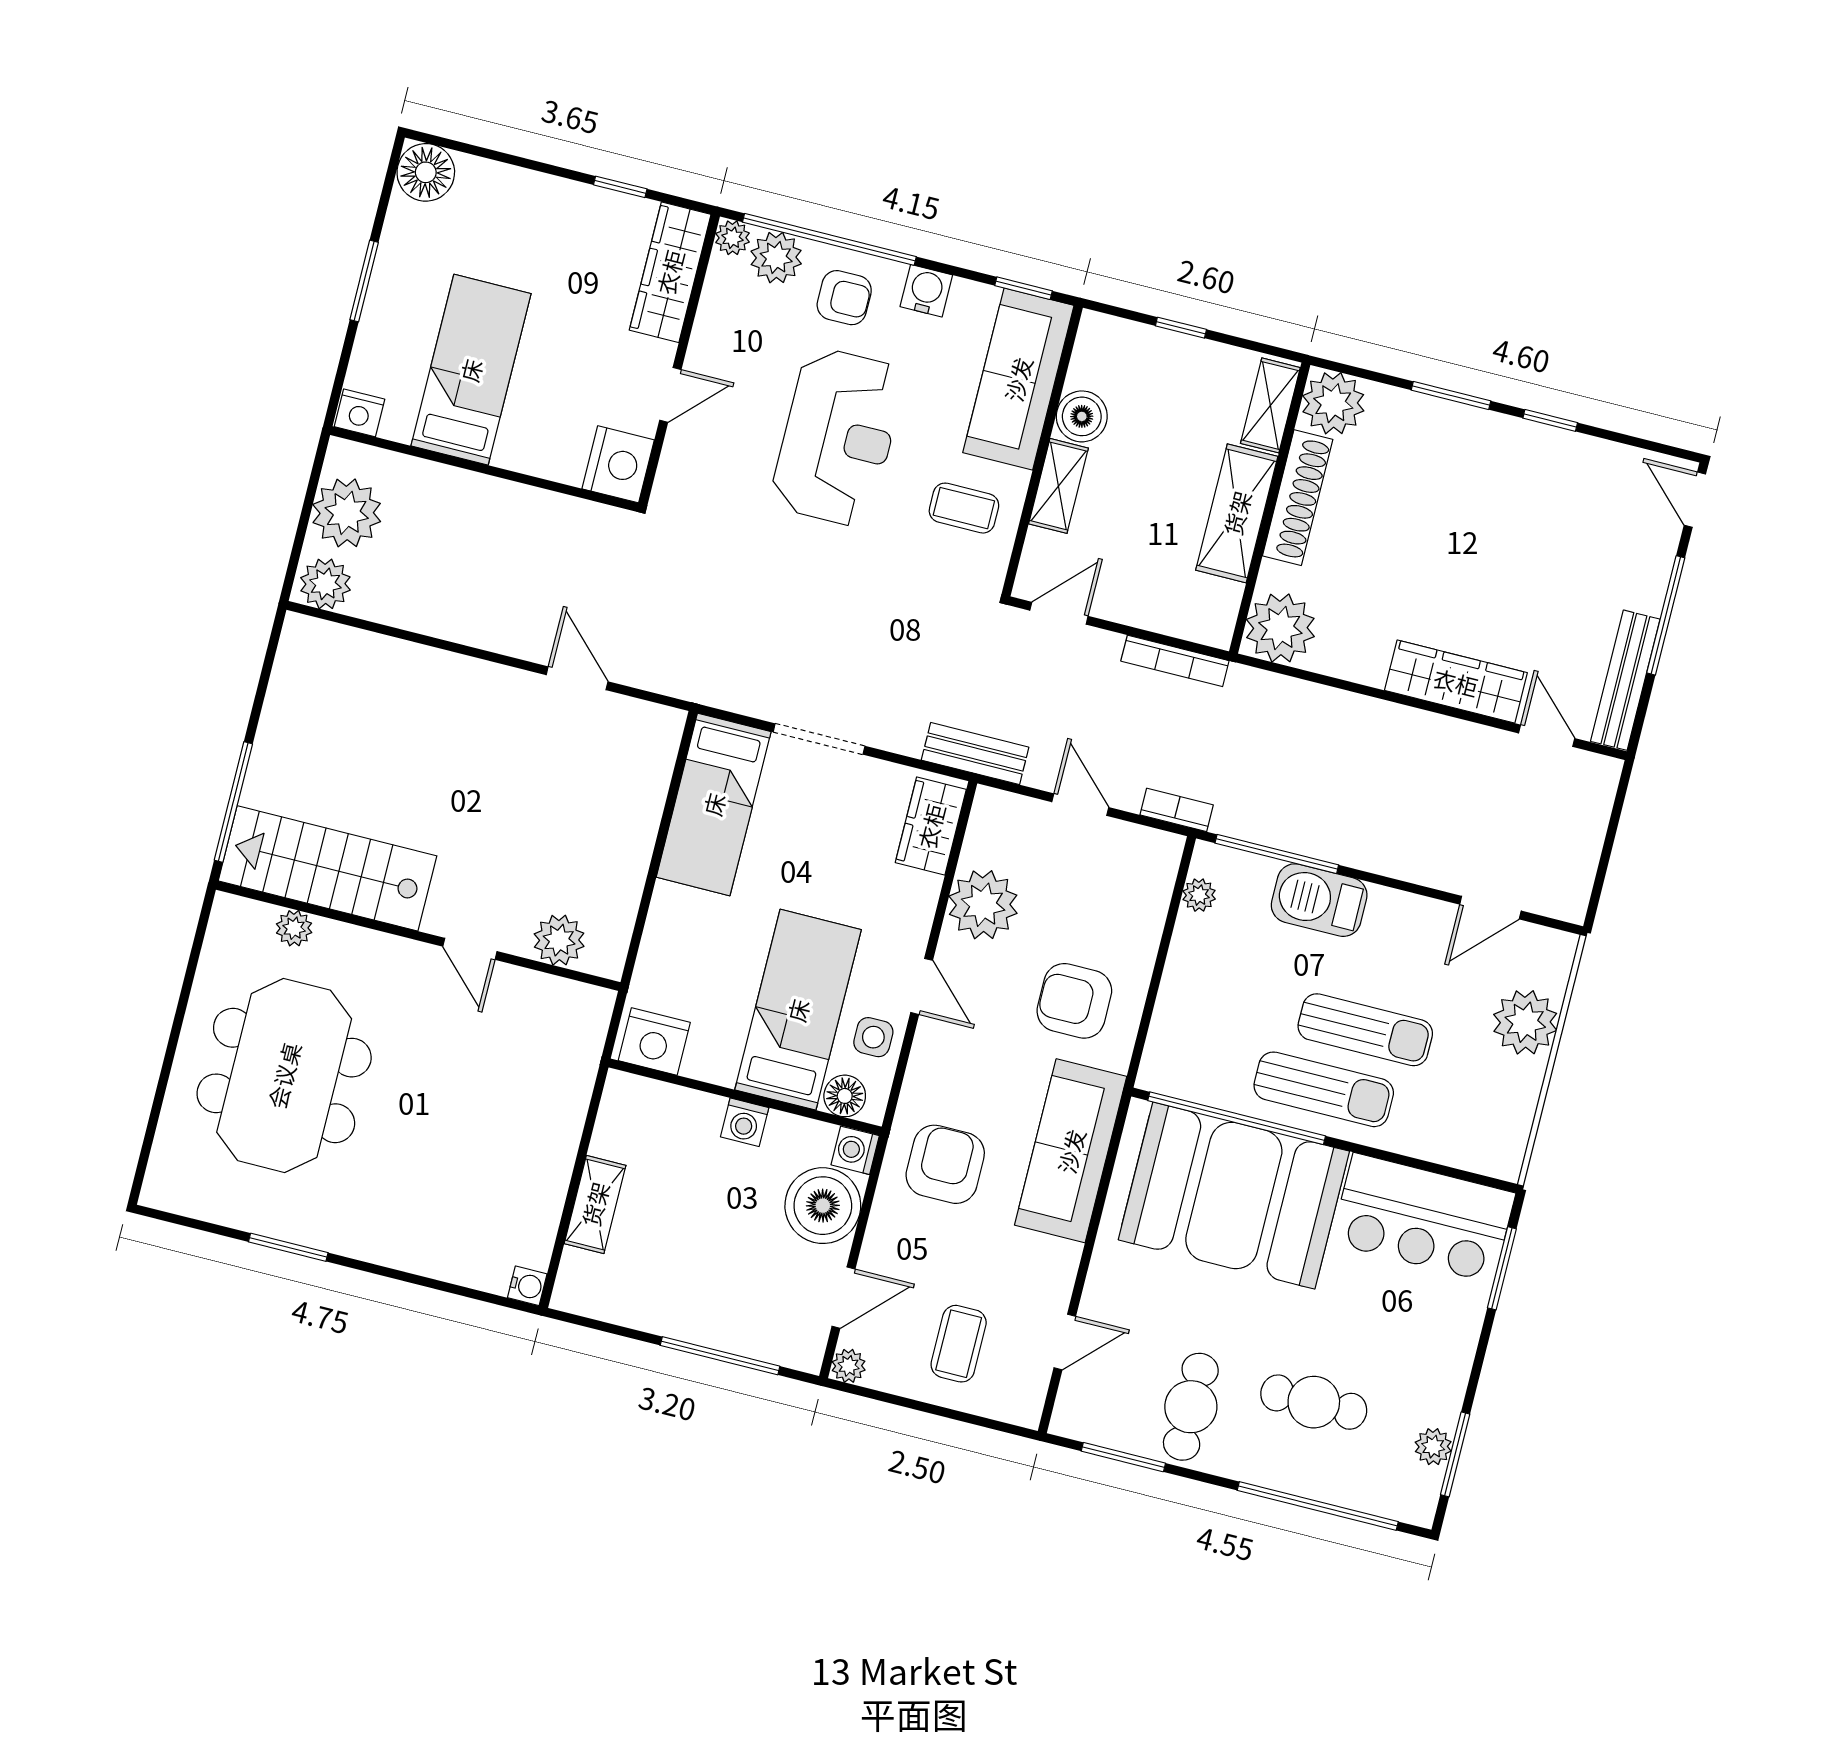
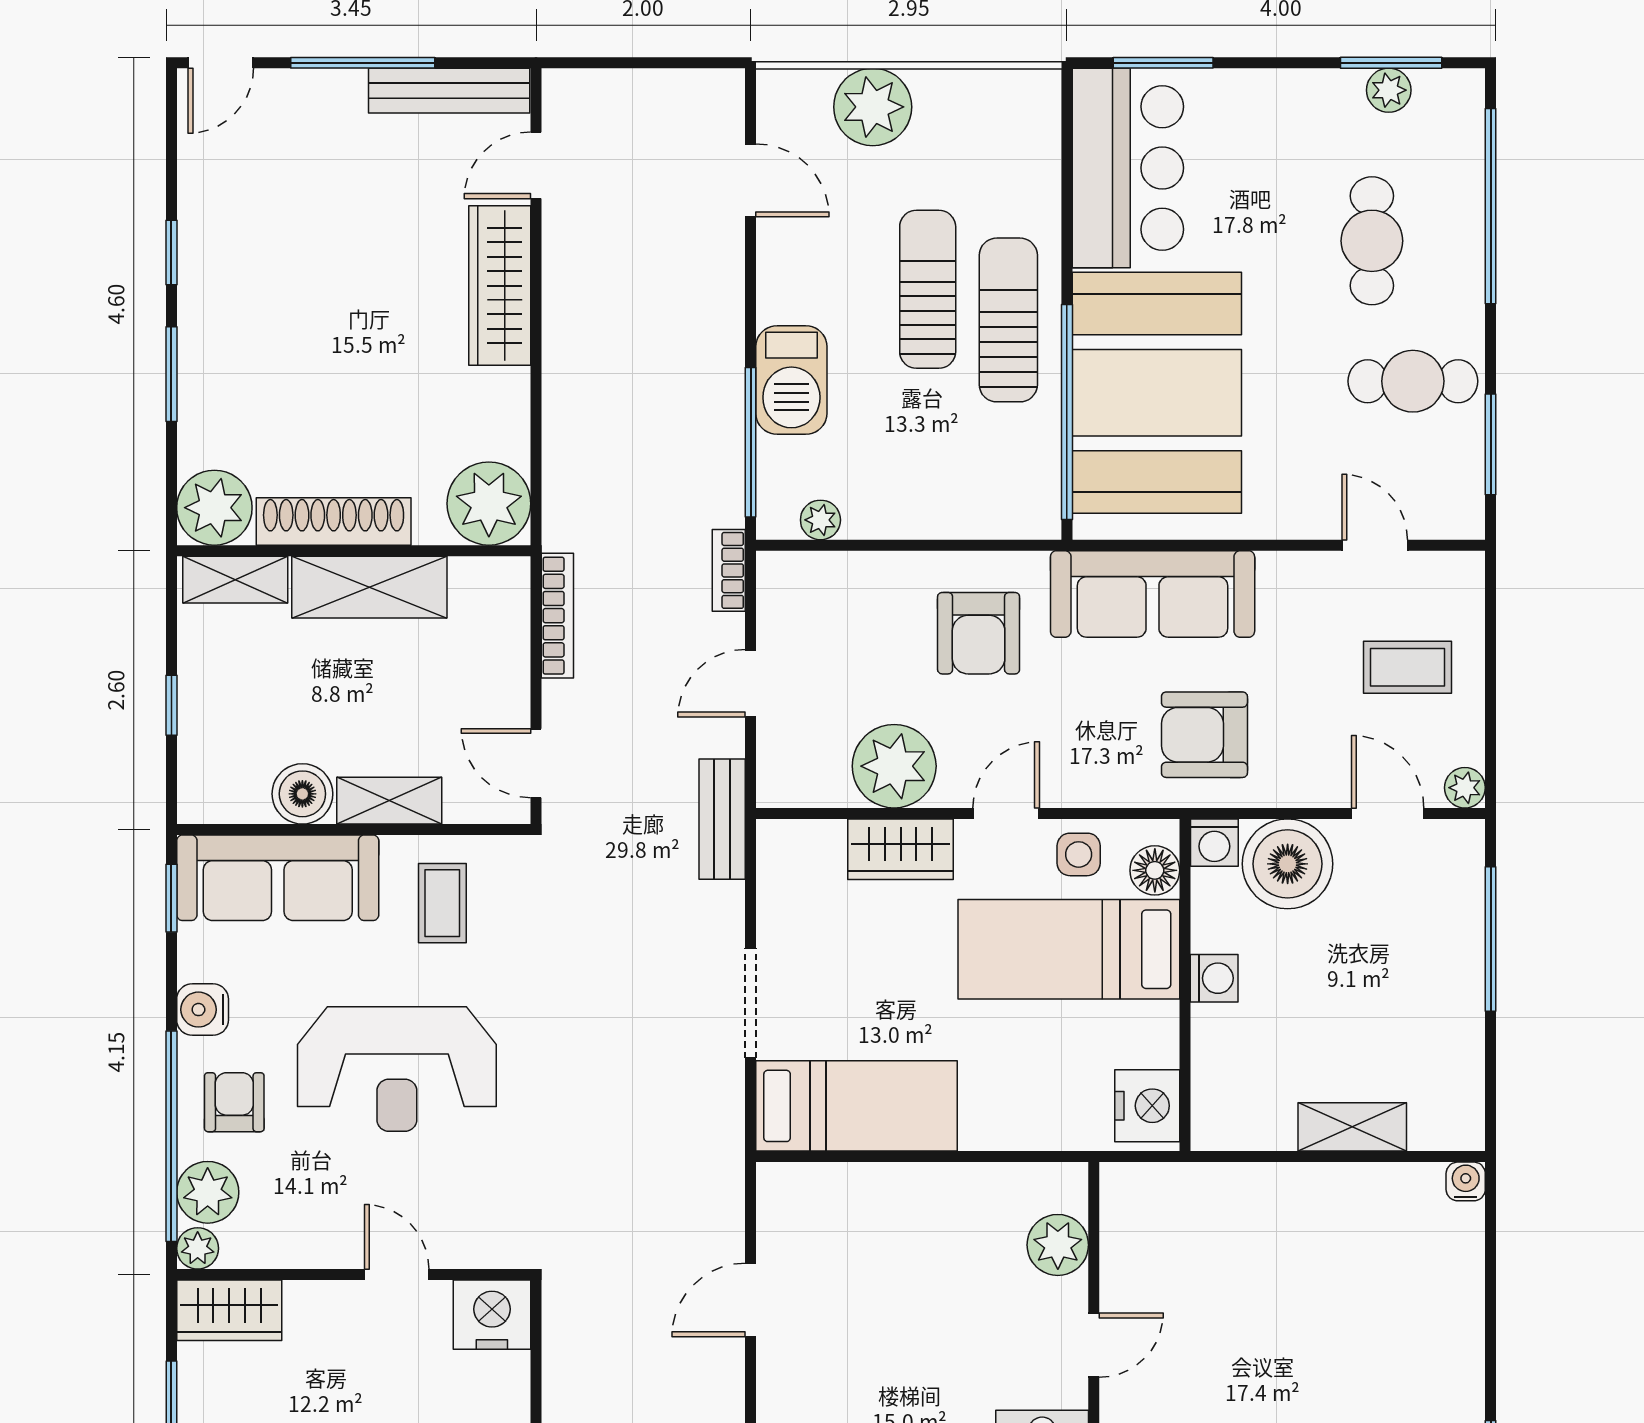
wardrobe: (670, 272) -> (229, 1310), width x0.67
reception desk: (838, 437) -> (397, 1069), turned 180
wardrobe: (931, 826) -> (901, 849), moved

